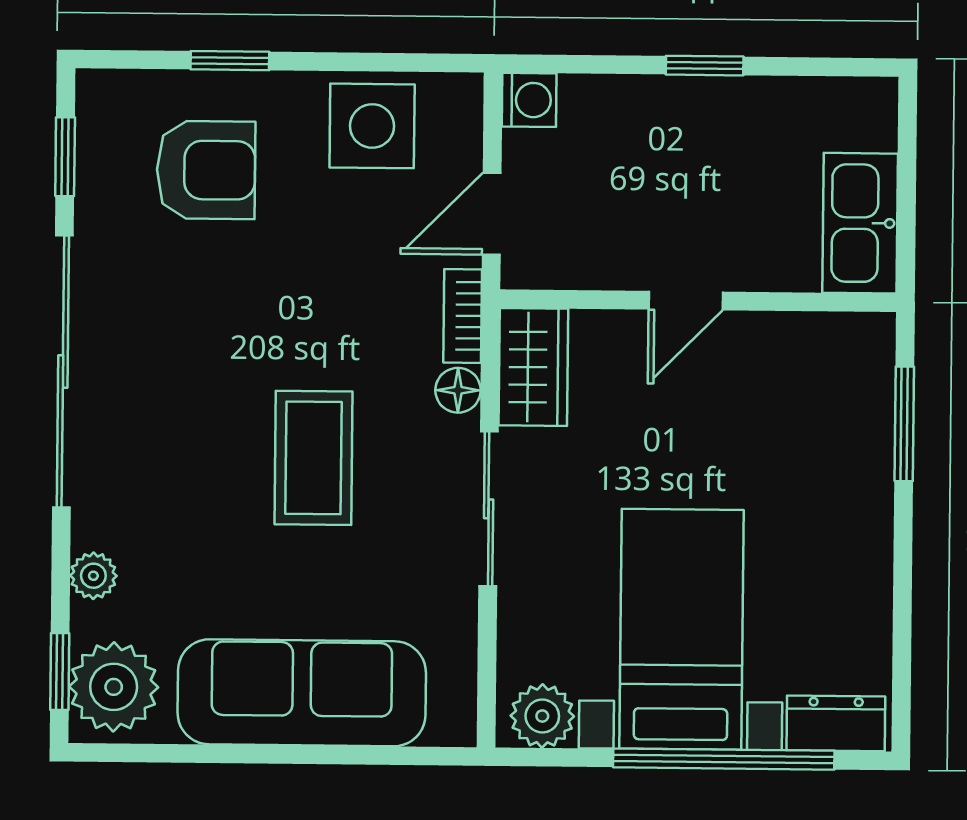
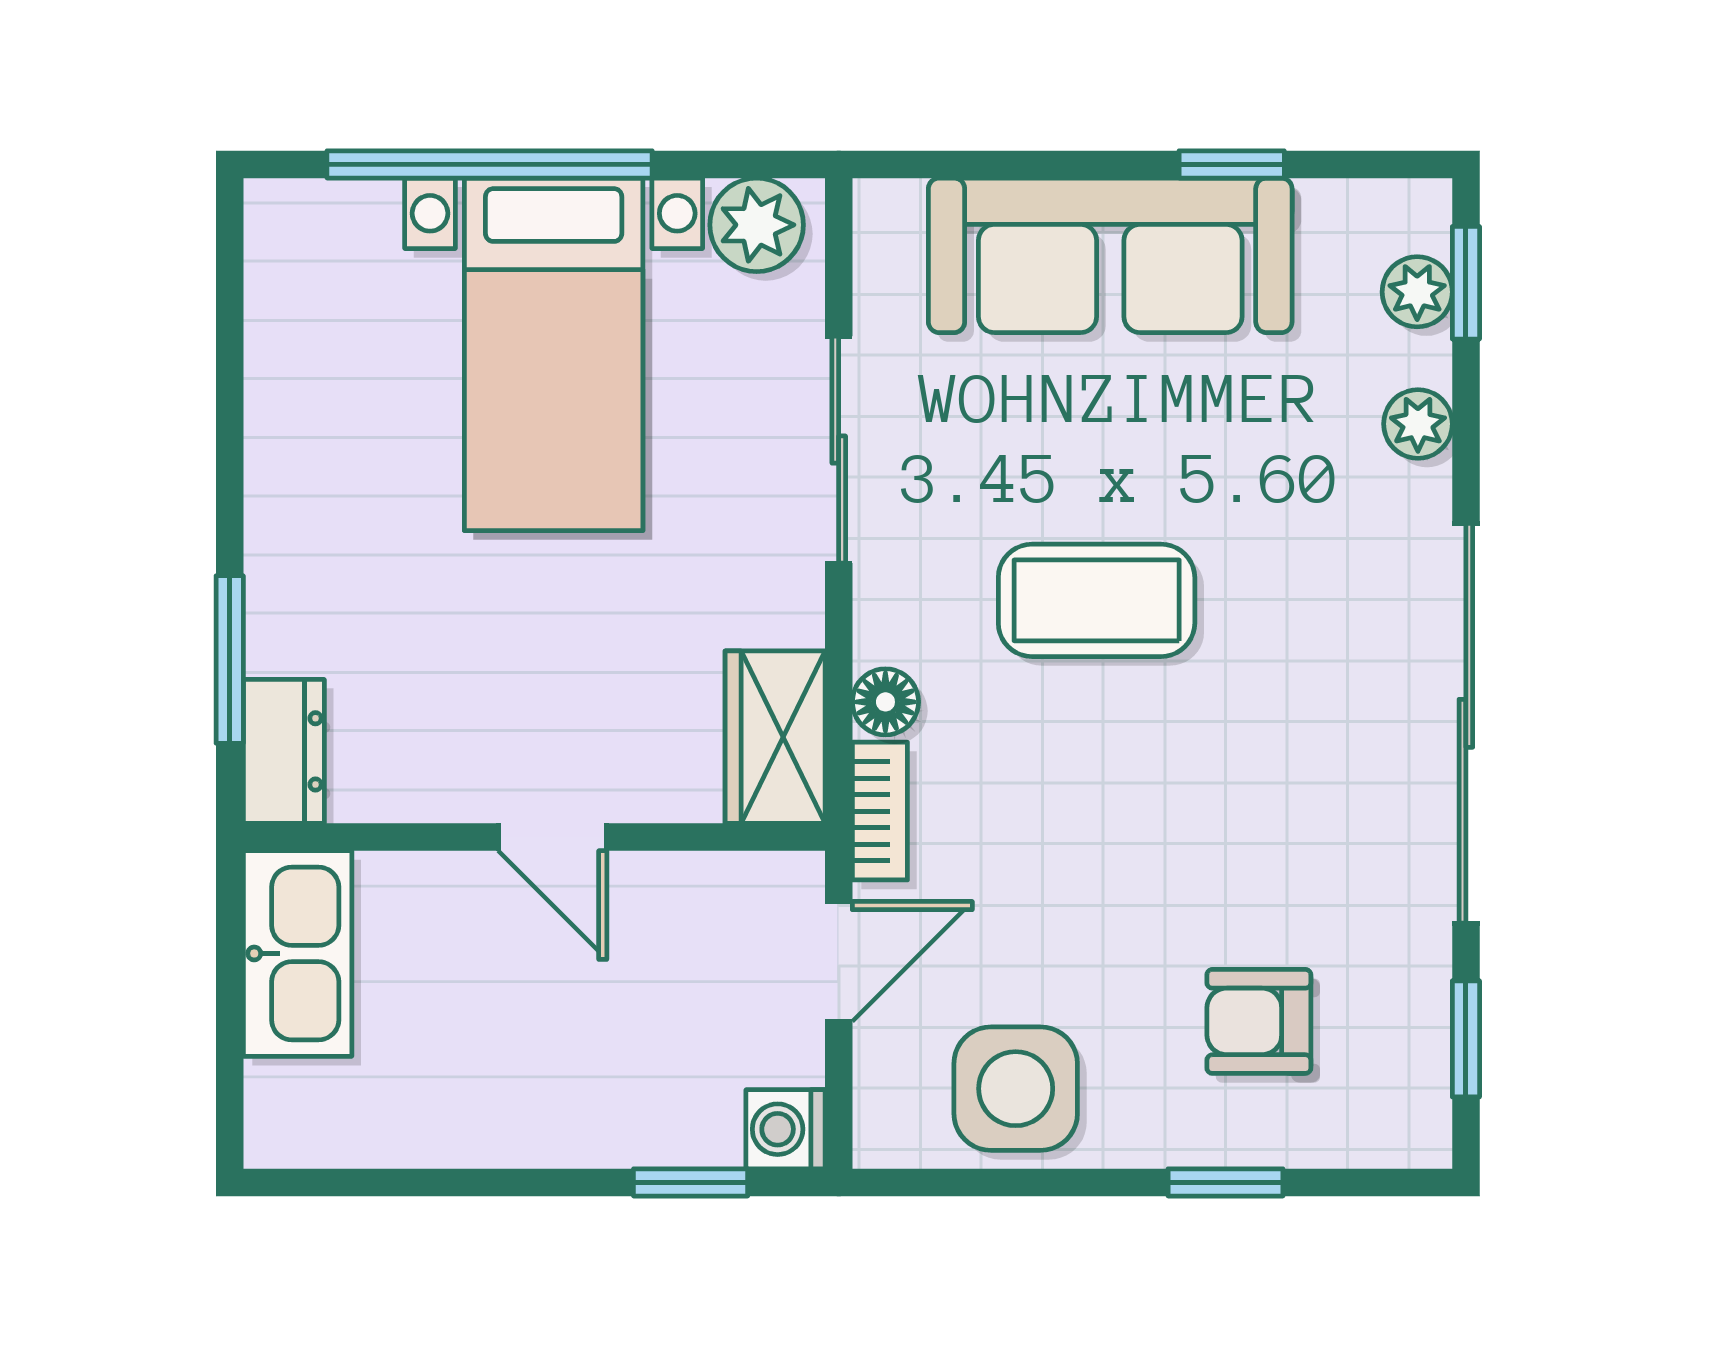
window: (705, 66) -> (691, 1182), moved
armchair: (206, 170) -> (1259, 1021), width x0.72, depth x0.72
door: (686, 301) -> (552, 837), swing flipped
coffee table: (313, 458) -> (1097, 600), turned 90
sliding door: (489, 509) -> (839, 450), moved
plant: (114, 687) -> (1417, 292), width x0.53, depth x0.53
dresser: (836, 723) -> (284, 751), moved, turned -90
window: (218, 754) -> (1232, 164), added

